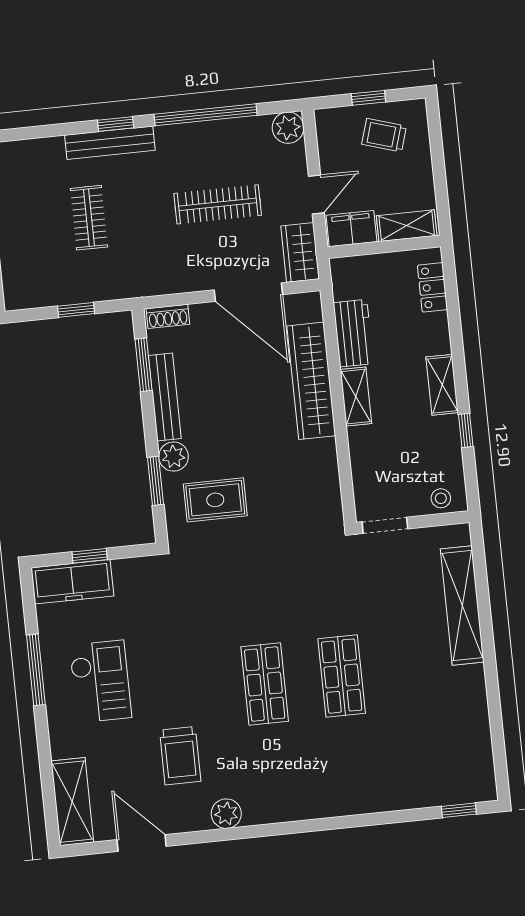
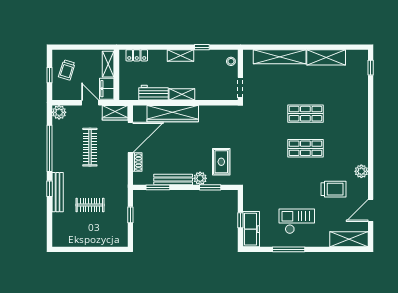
shoe rack: (168, 316) -> (137, 162), moved
shelving: (472, 709) -> (326, 57), added

